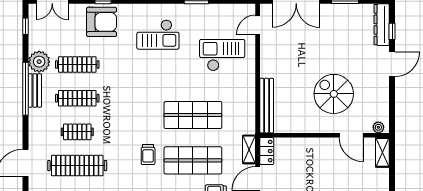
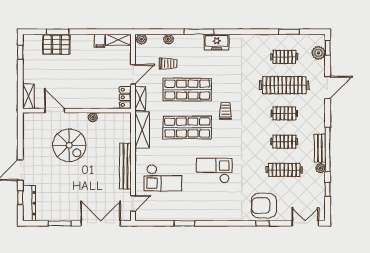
window: (25, 26) -> (328, 189), moved
checkout: (158, 34) -> (214, 170), moved
plant: (39, 62) -> (320, 168), width x0.53, depth x0.53
clothes rail: (77, 98) -> (284, 142), width x0.73
bench: (267, 106) -> (125, 166), moved
shelving: (247, 112) -> (142, 130), added
plant: (378, 127) -> (93, 117), moved
trolley: (148, 154) -> (225, 111), moved

